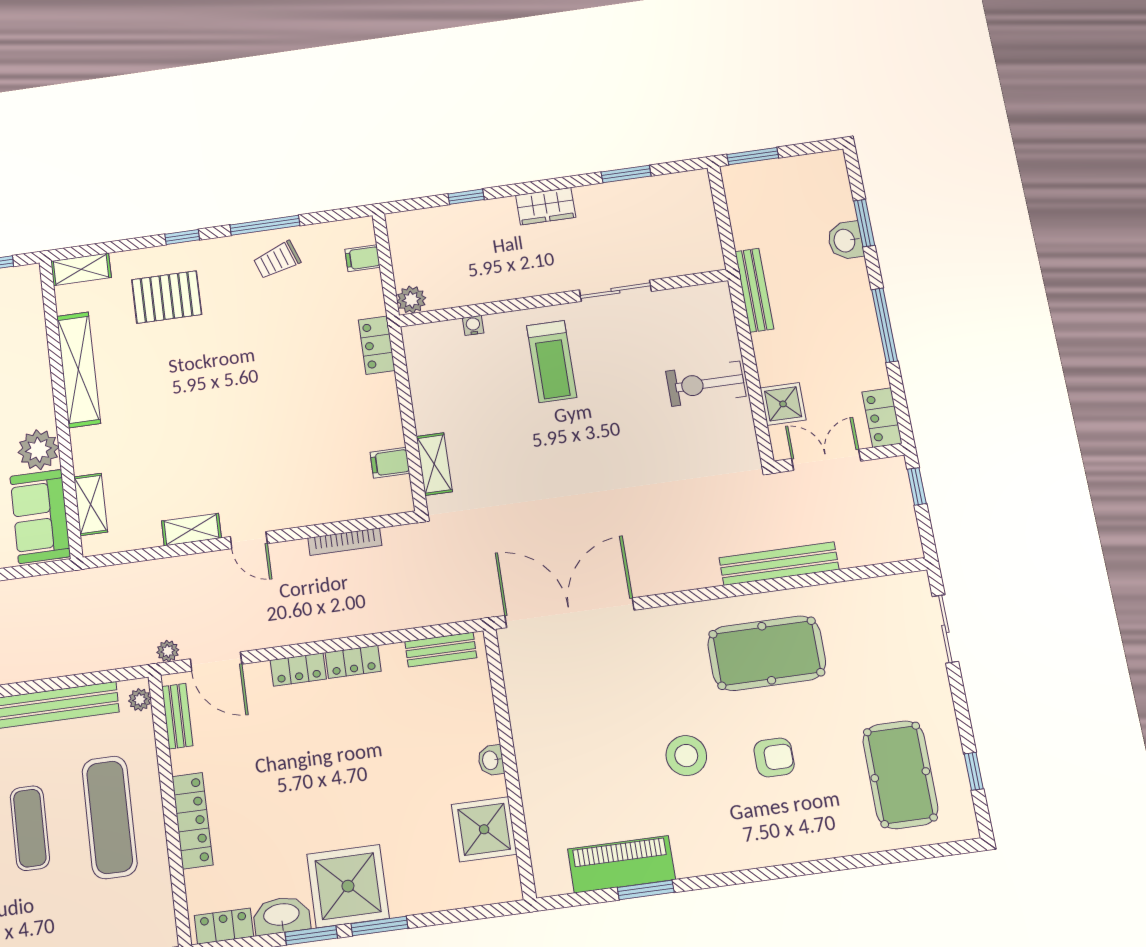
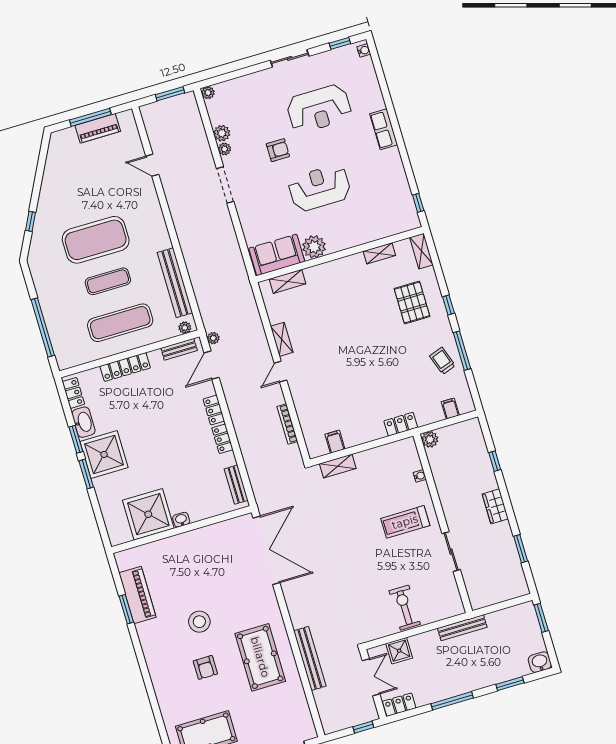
washbasin: (845, 241) -> (540, 662), moved
shelving: (78, 370) -> (379, 253), width x0.45, depth x0.75
shower: (484, 829) -> (148, 514), width x1.37, depth x1.37

